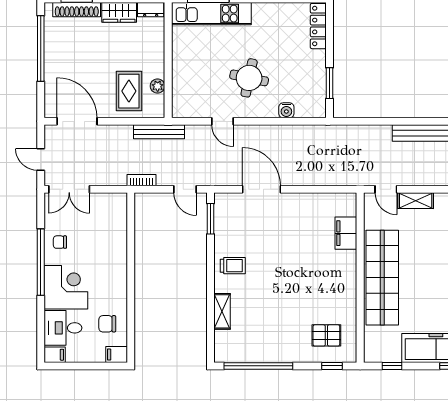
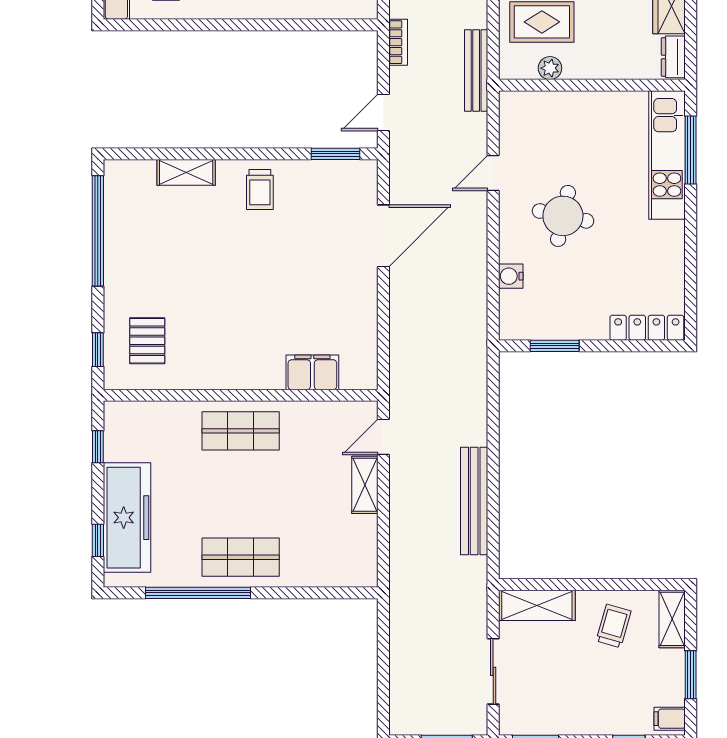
shop shelf: (382, 278) -> (241, 431), width x0.50, depth x0.74

